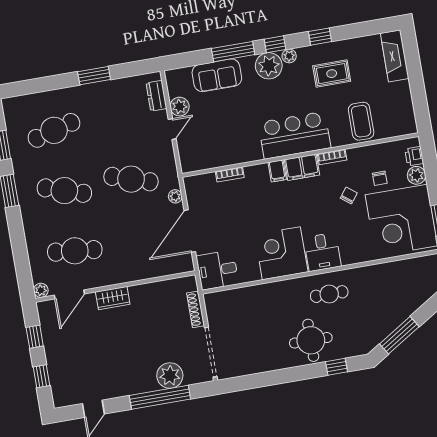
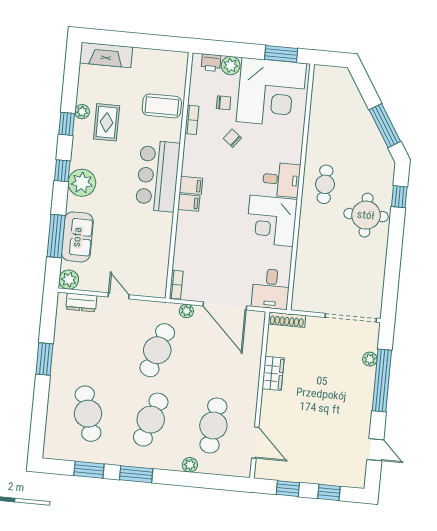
window: (233, 52) -> (56, 236), moved
plant: (289, 56) -> (82, 112), moved
plant: (180, 107) -> (69, 280), moved
bookcase: (332, 157) -> (192, 120), moved
filing cabinet: (302, 167) -> (191, 185), width x0.50
bookcase: (230, 174) -> (176, 285), moved
plant: (41, 290) -> (190, 465), moved
wardrobe: (113, 298) -> (273, 373), moved
shoe rack: (195, 309) -> (287, 320), moved
plant: (170, 376) -> (370, 359), width x0.53, depth x0.53

